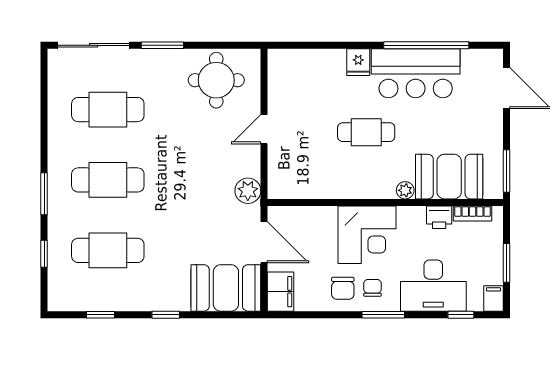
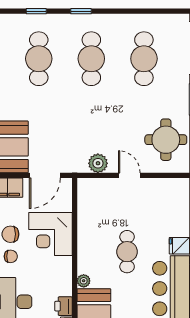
plant: (248, 191) -> (98, 163), moved
window: (44, 194) -> (81, 11), width x0.67
corner desk: (367, 235) -> (50, 234), moved

